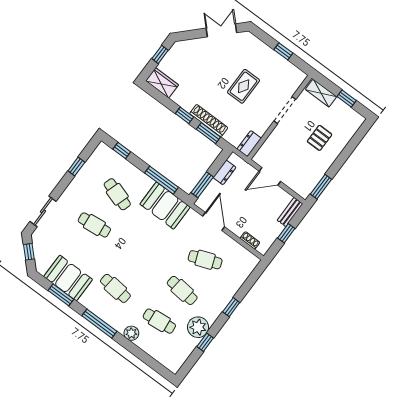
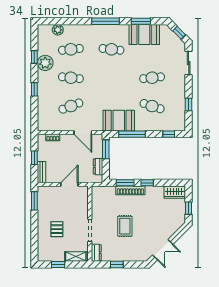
dresser: (249, 144) -> (96, 253), moved
plant: (131, 333) -> (58, 30), moved

